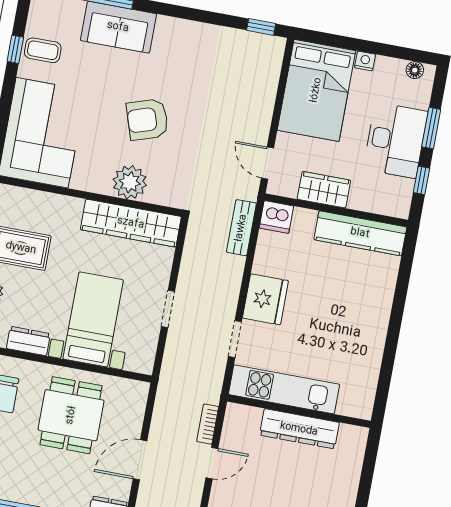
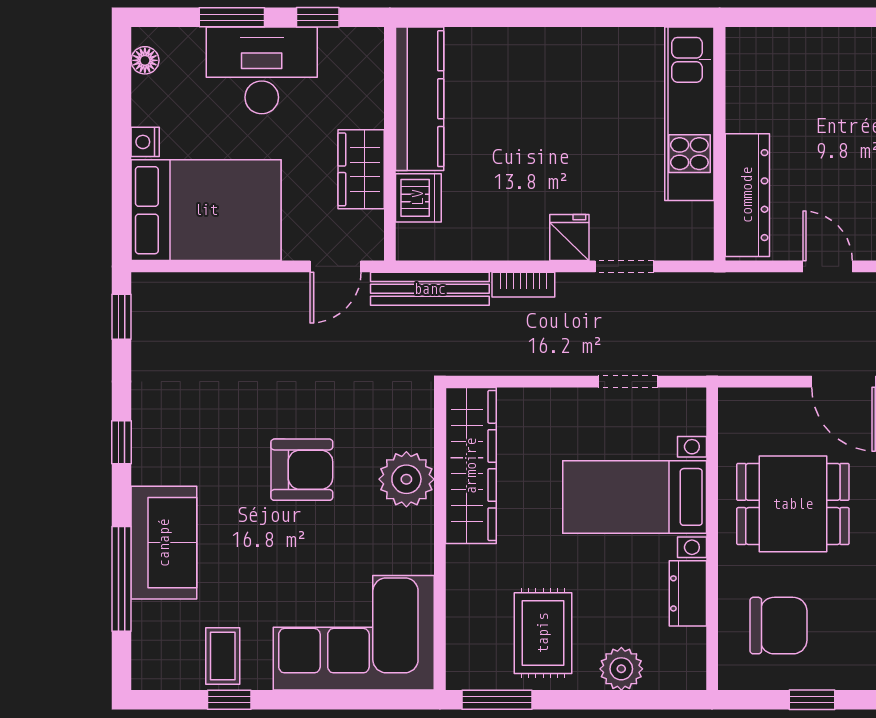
window: (185, 13) -> (122, 442), added
armchair: (147, 120) -> (302, 470), turned -72
dishwasher: (276, 217) -> (418, 198), moved
bench: (241, 228) -> (430, 289), width x1.36
fridge: (265, 299) -> (569, 238), width x0.53, depth x0.75
doorway: (168, 309) -> (628, 382), moved
kitchen unit: (284, 389) -> (689, 114), moved
bookcase: (208, 424) -> (523, 285), moved
dresser: (299, 429) -> (747, 195), moved

